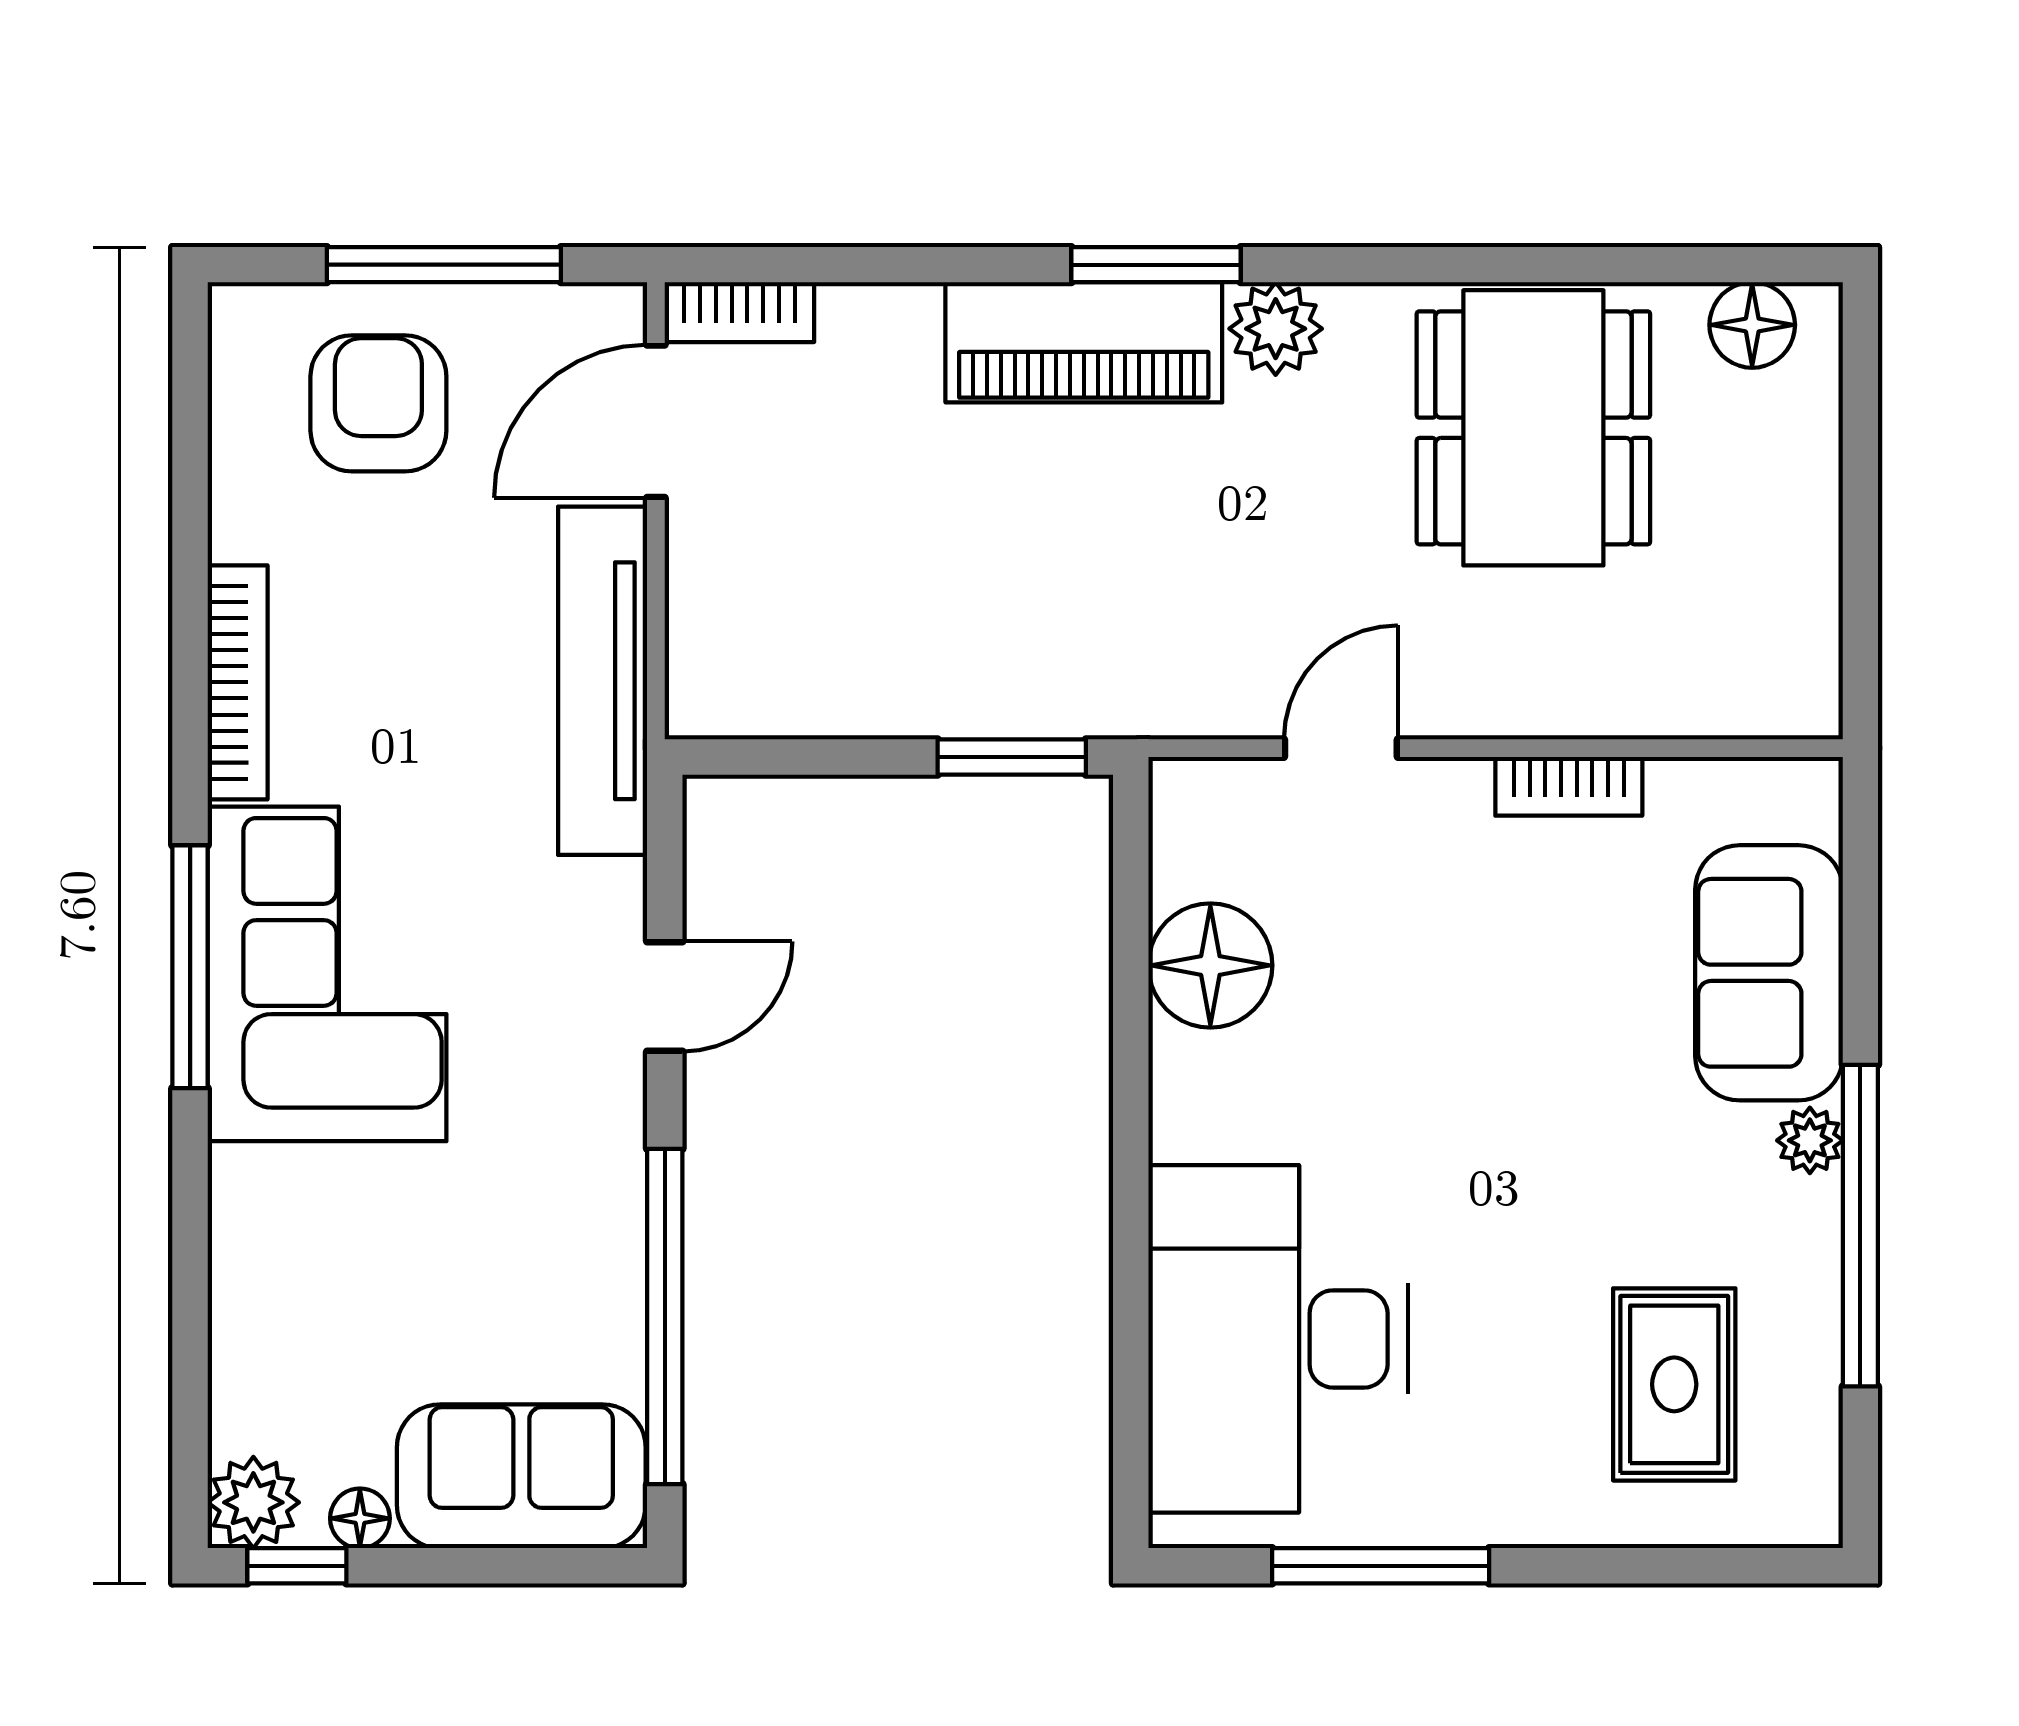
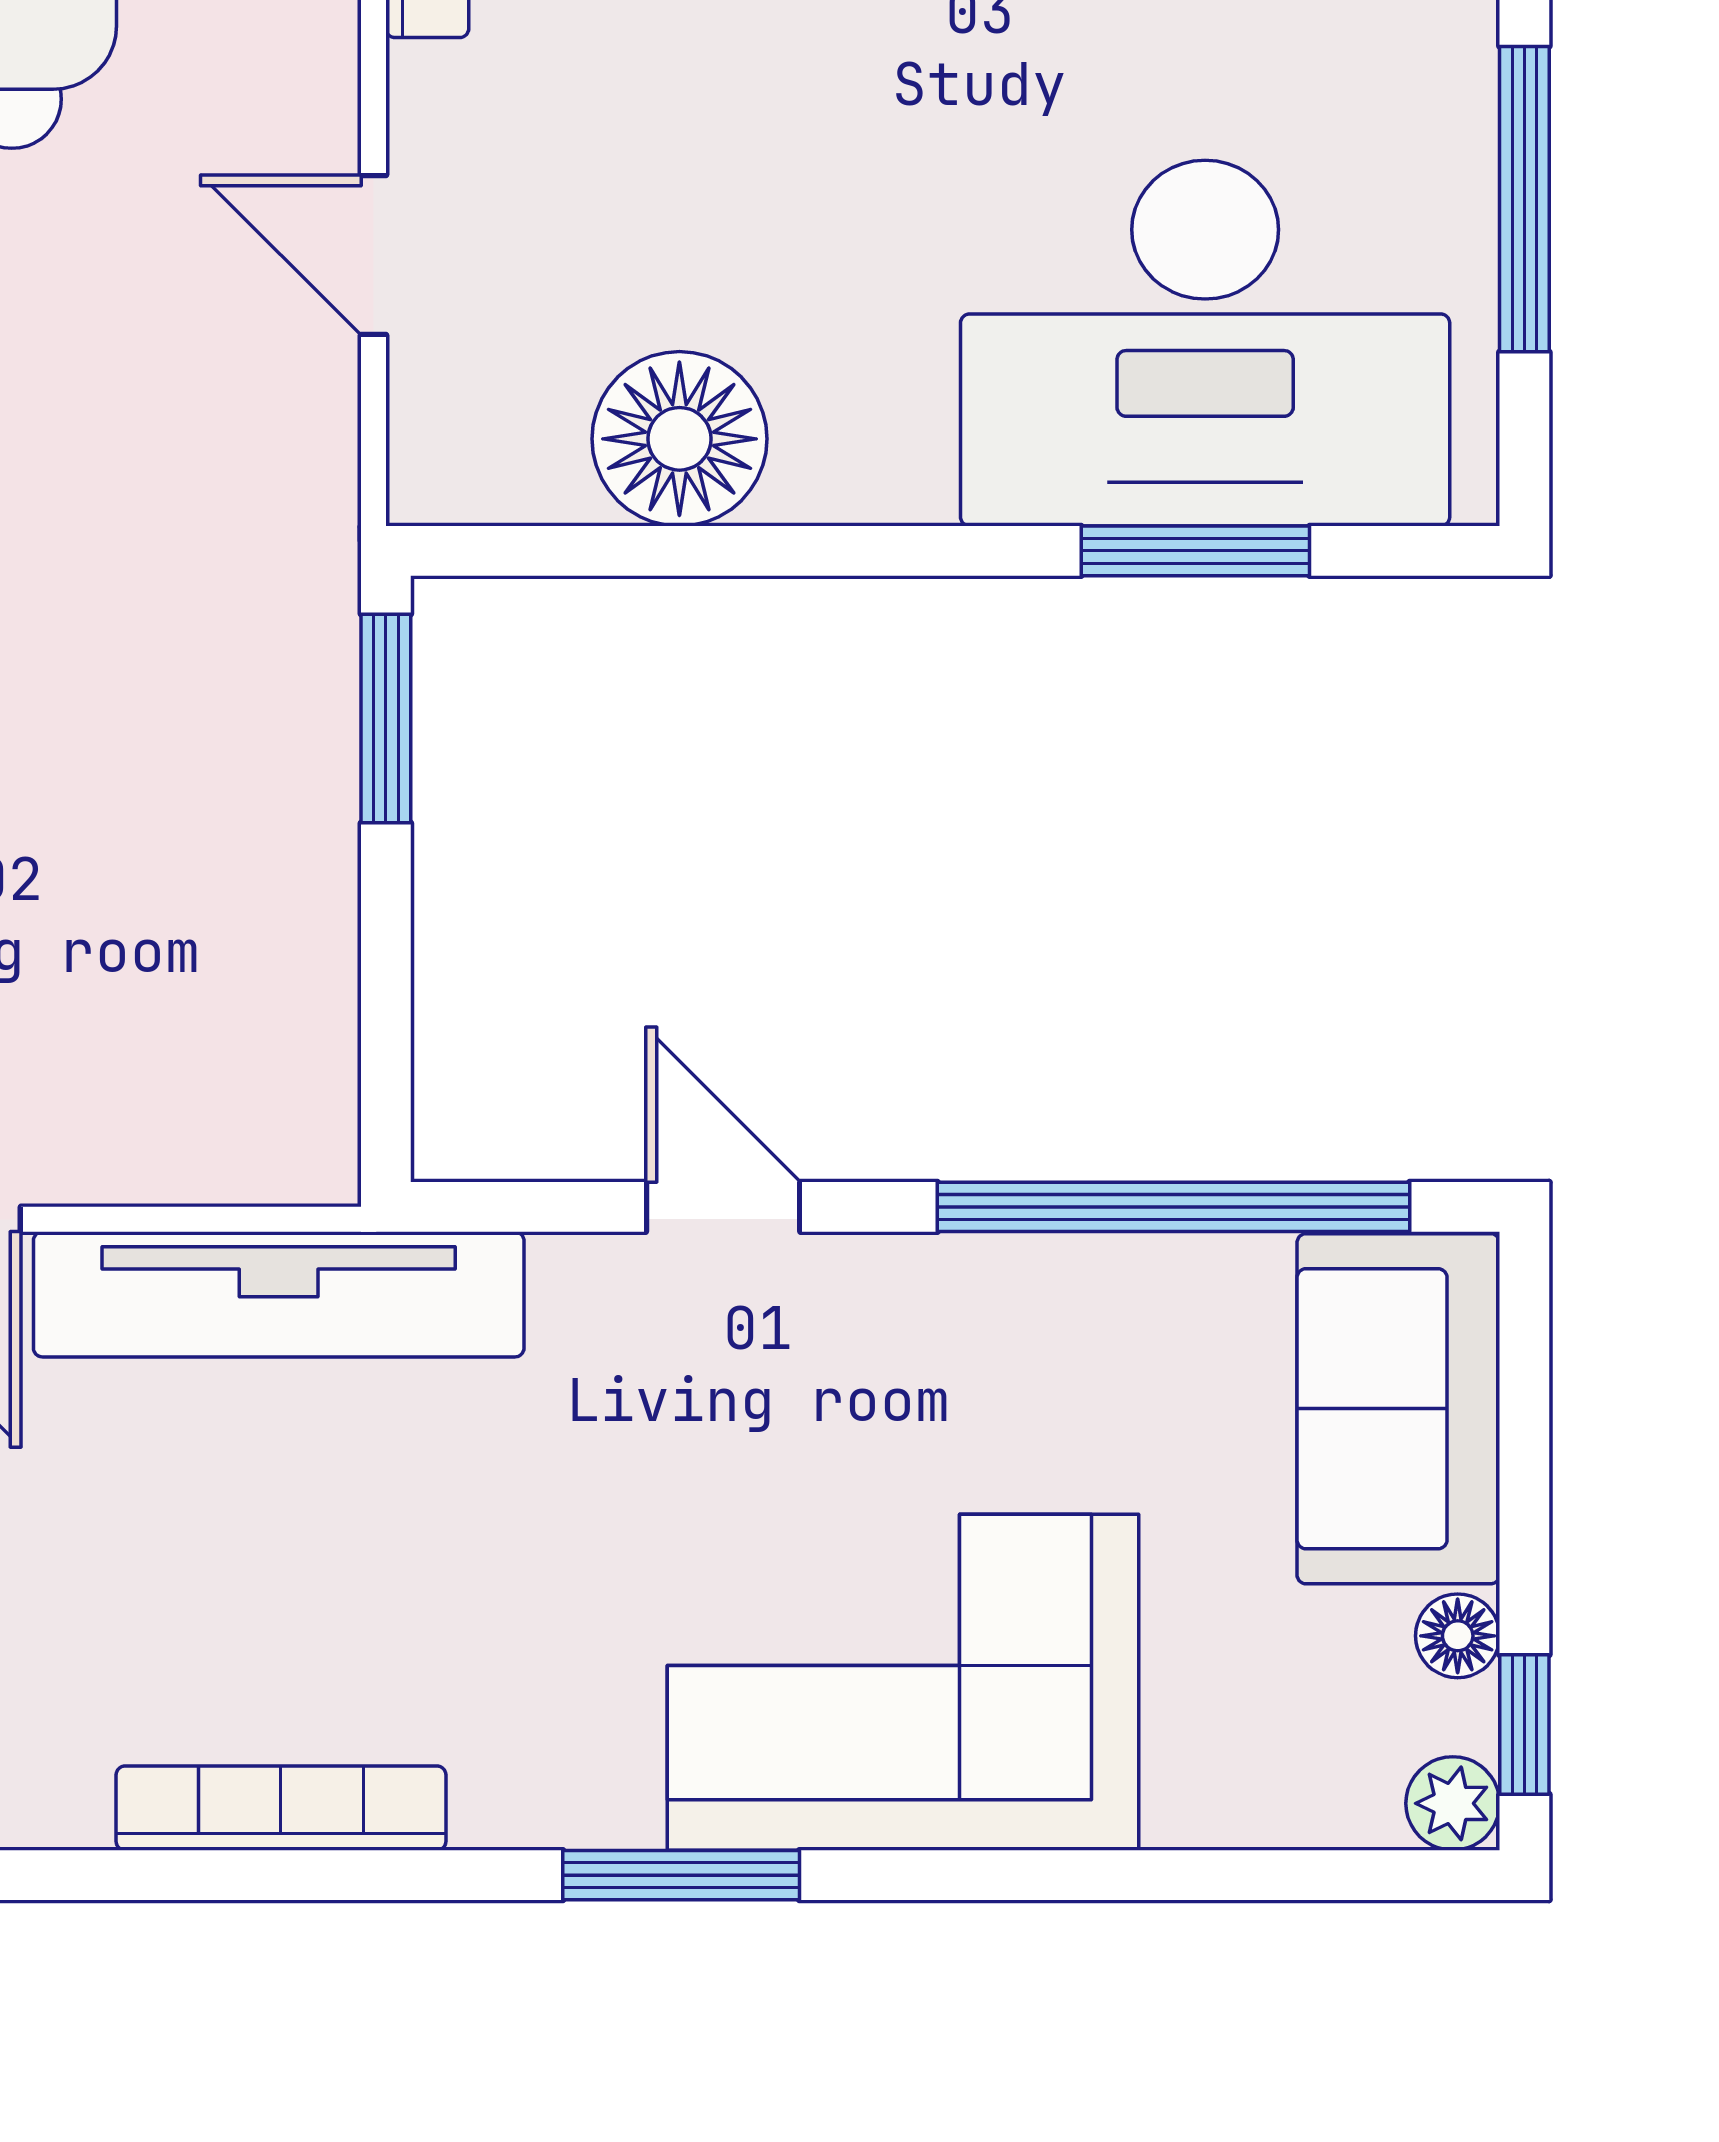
window: (190, 967) -> (681, 1875), width x0.69
corner sofa: (327, 974) -> (903, 1682), moved
window: (1131, 1332) -> (1195, 551), added
plant: (253, 1502) -> (1453, 1803), width x0.73, depth x0.73

